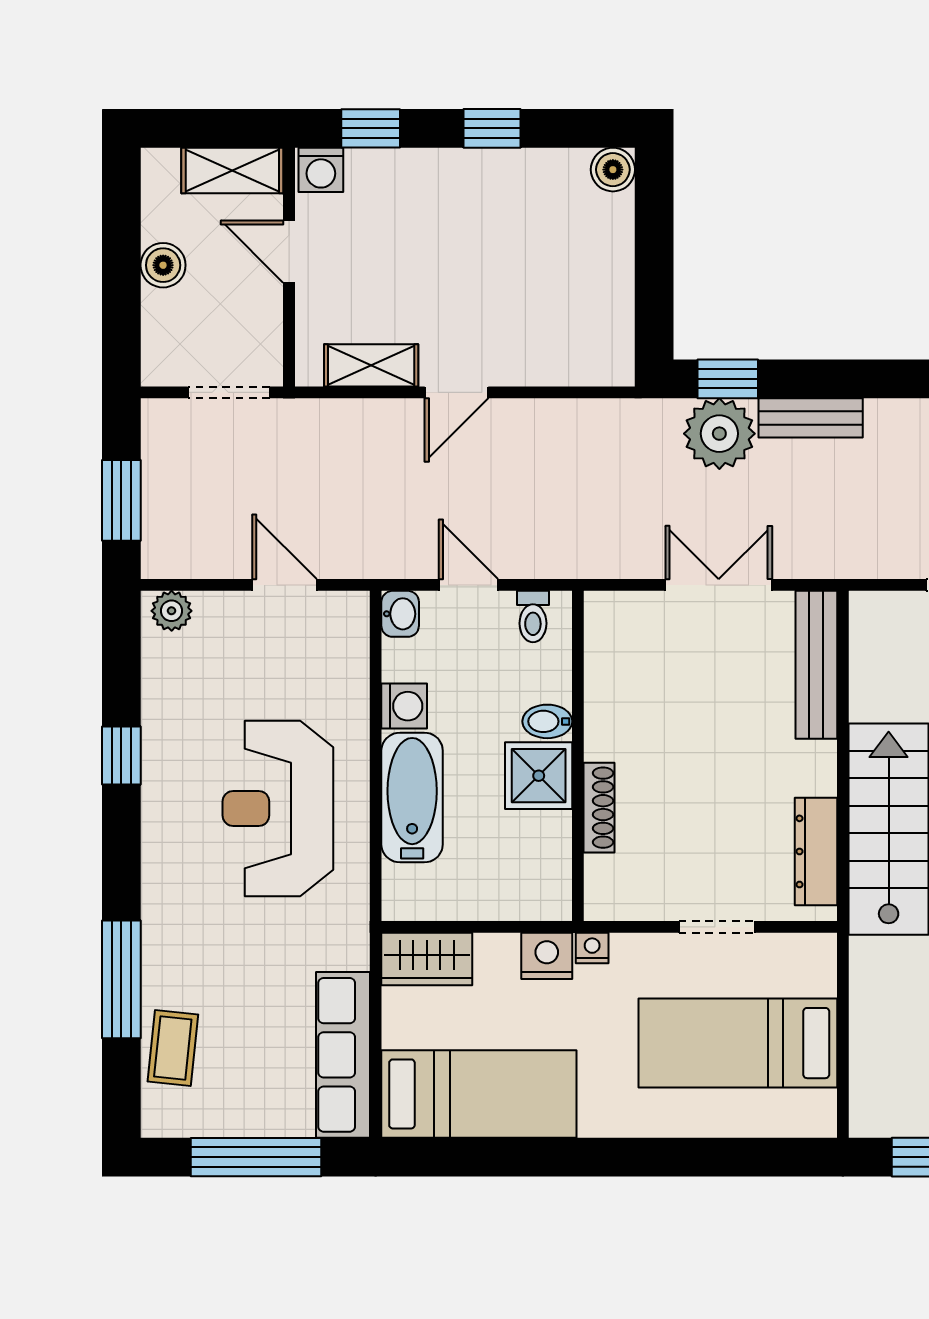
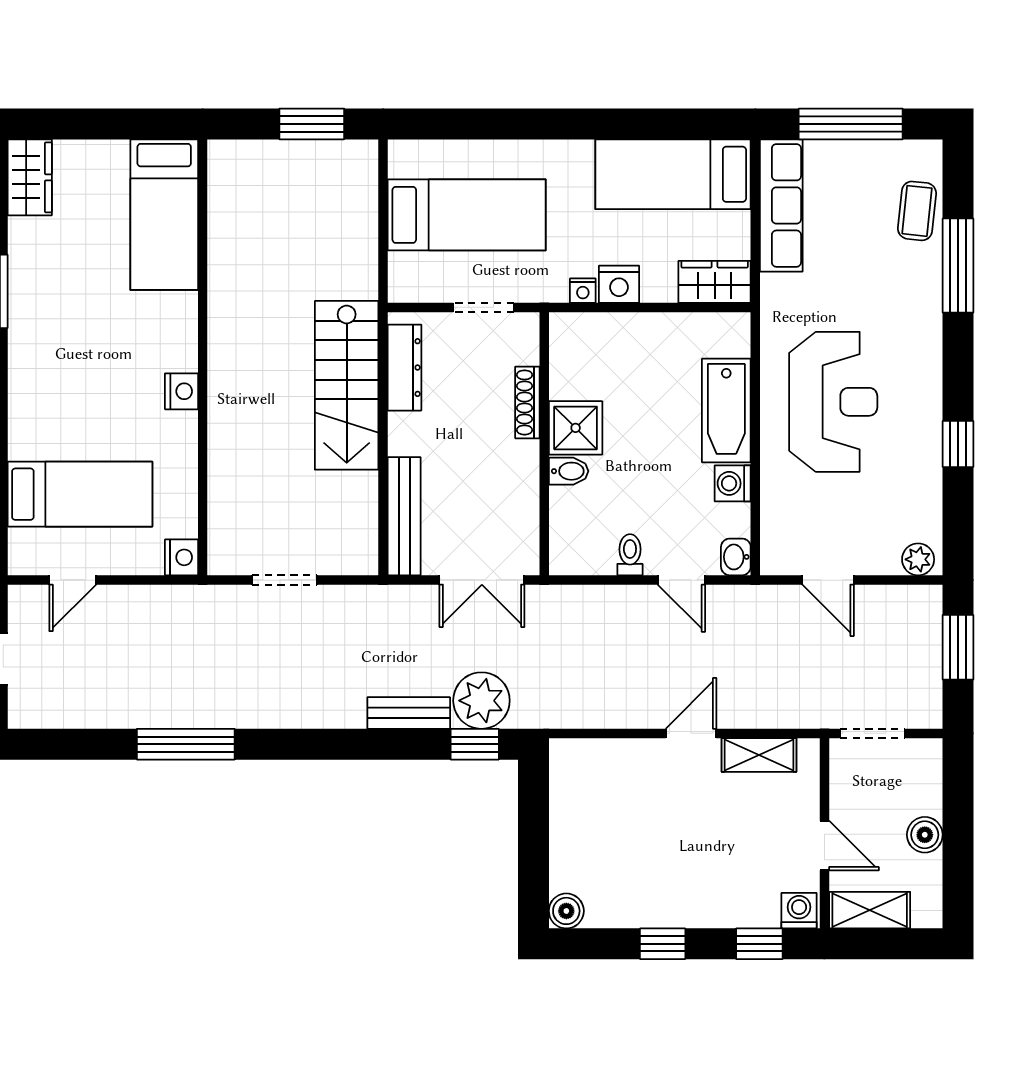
bidet: (547, 721) -> (569, 471), moved
wall: (578, 756) -> (544, 444), moved
shower: (539, 776) -> (576, 428), moved
shoe rack: (599, 808) -> (527, 402), moved

